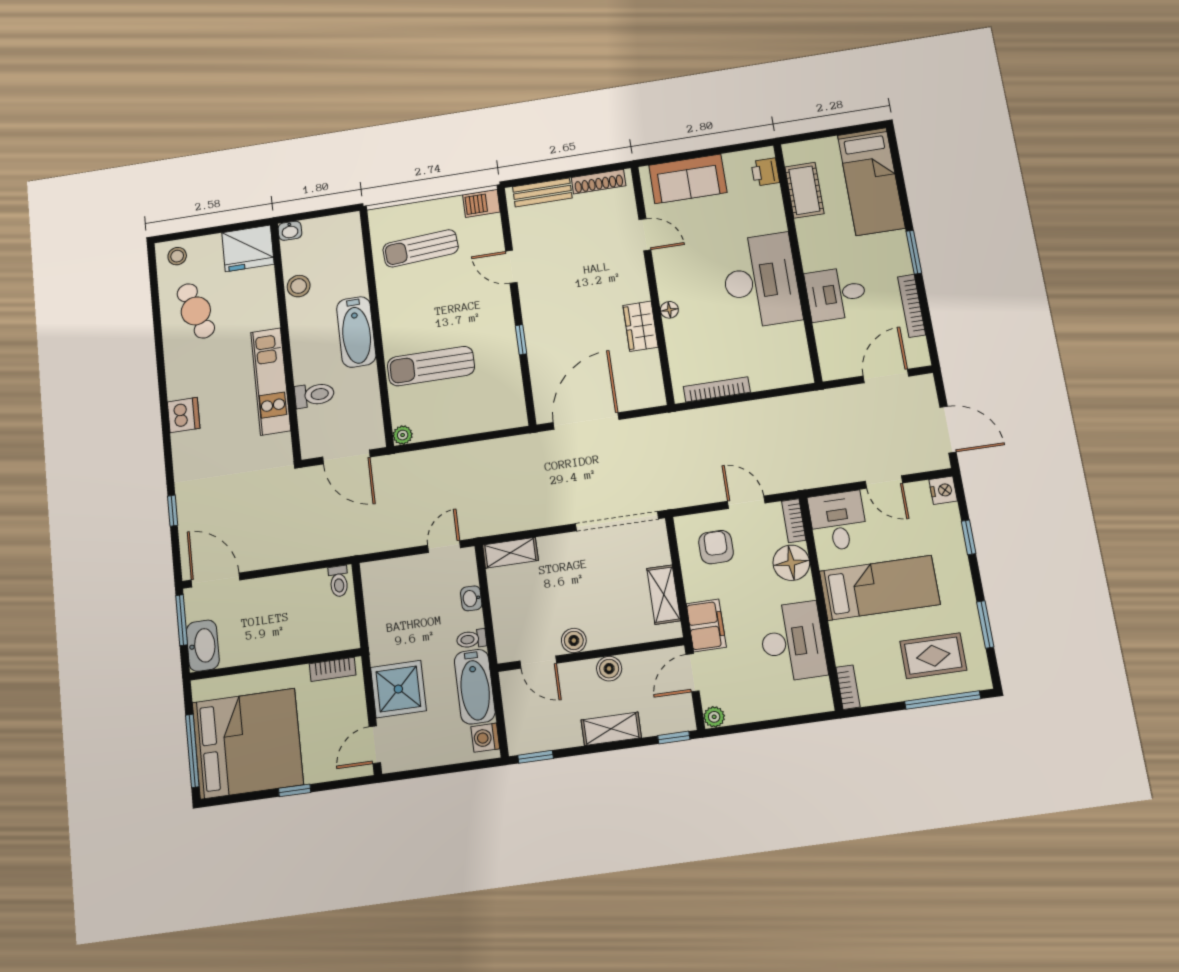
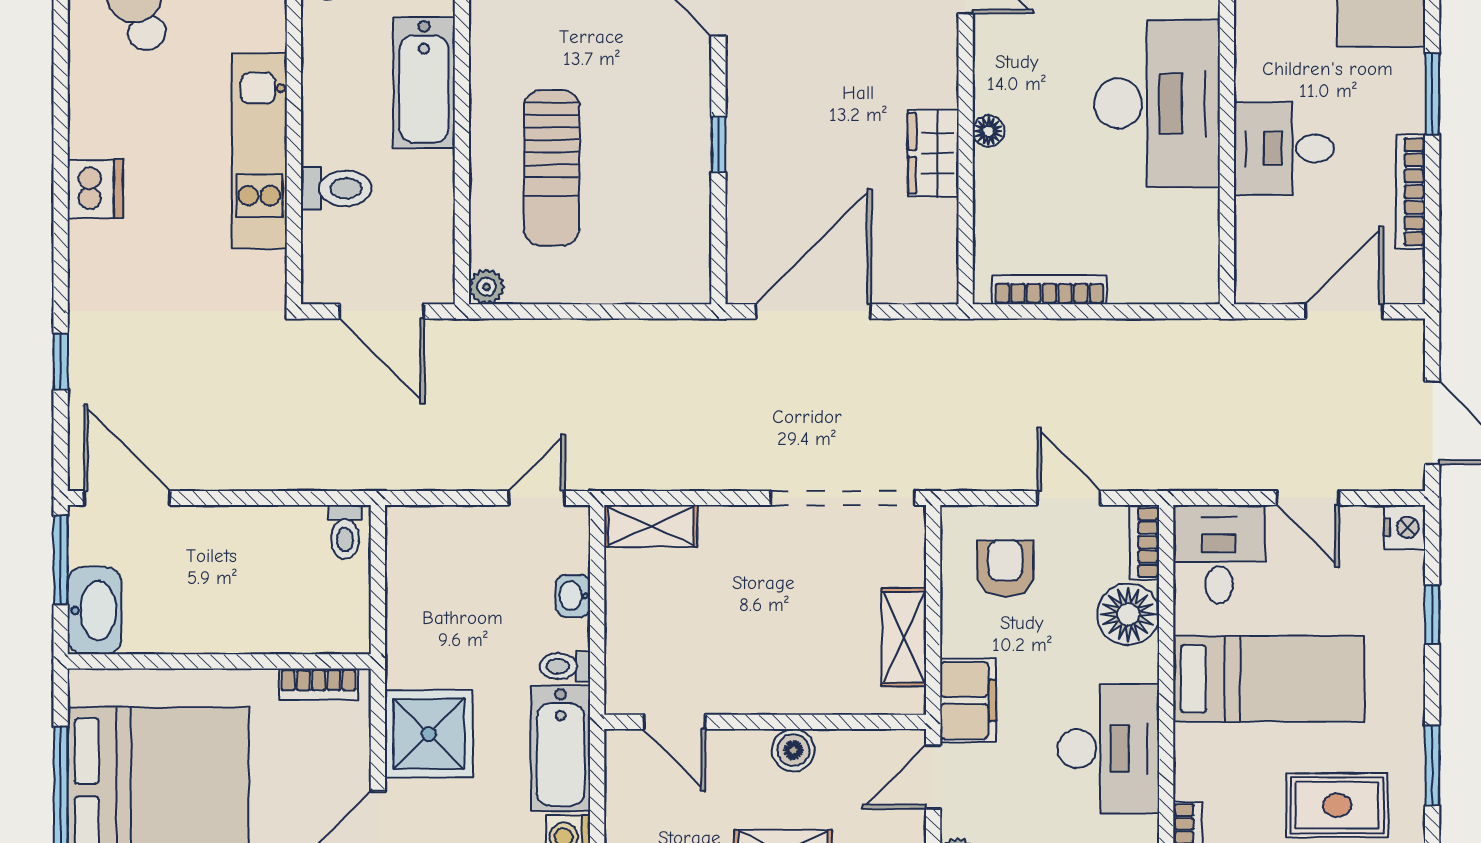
sun lounger: (431, 366) -> (552, 168), turned -90
boiler: (574, 640) -> (740, 694), removed

